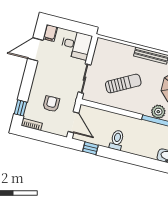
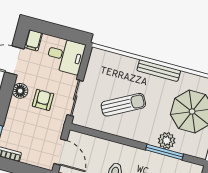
floor lamp: (40, 74) -> (20, 91), added
armchair: (51, 104) -> (43, 100), moved

